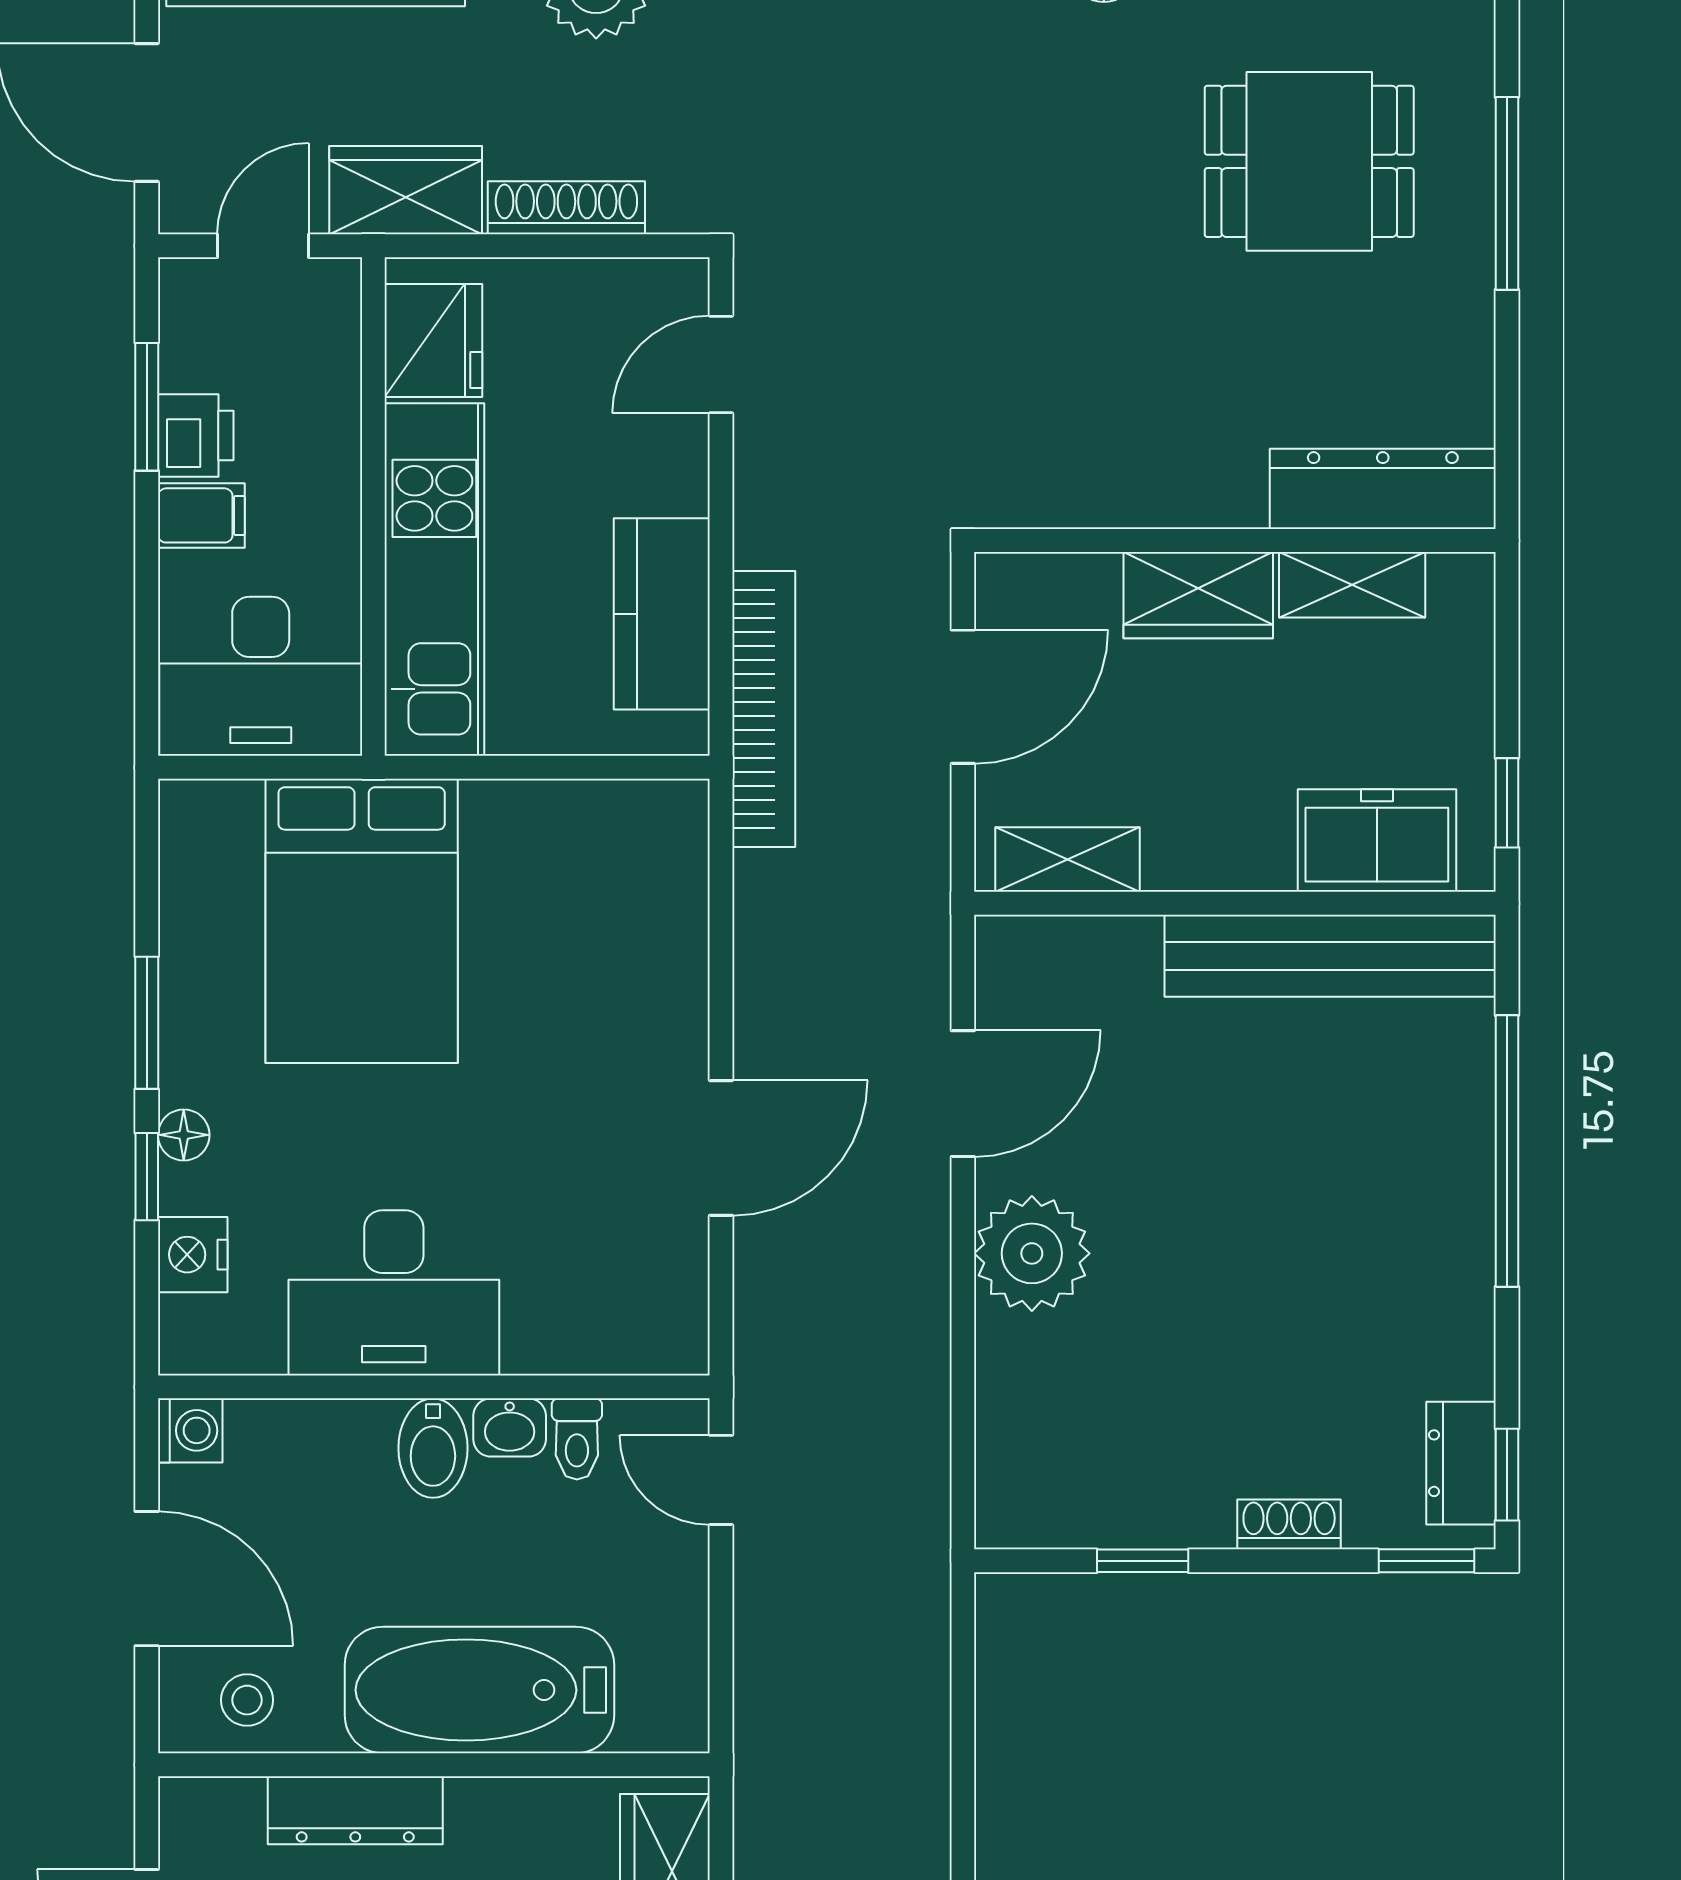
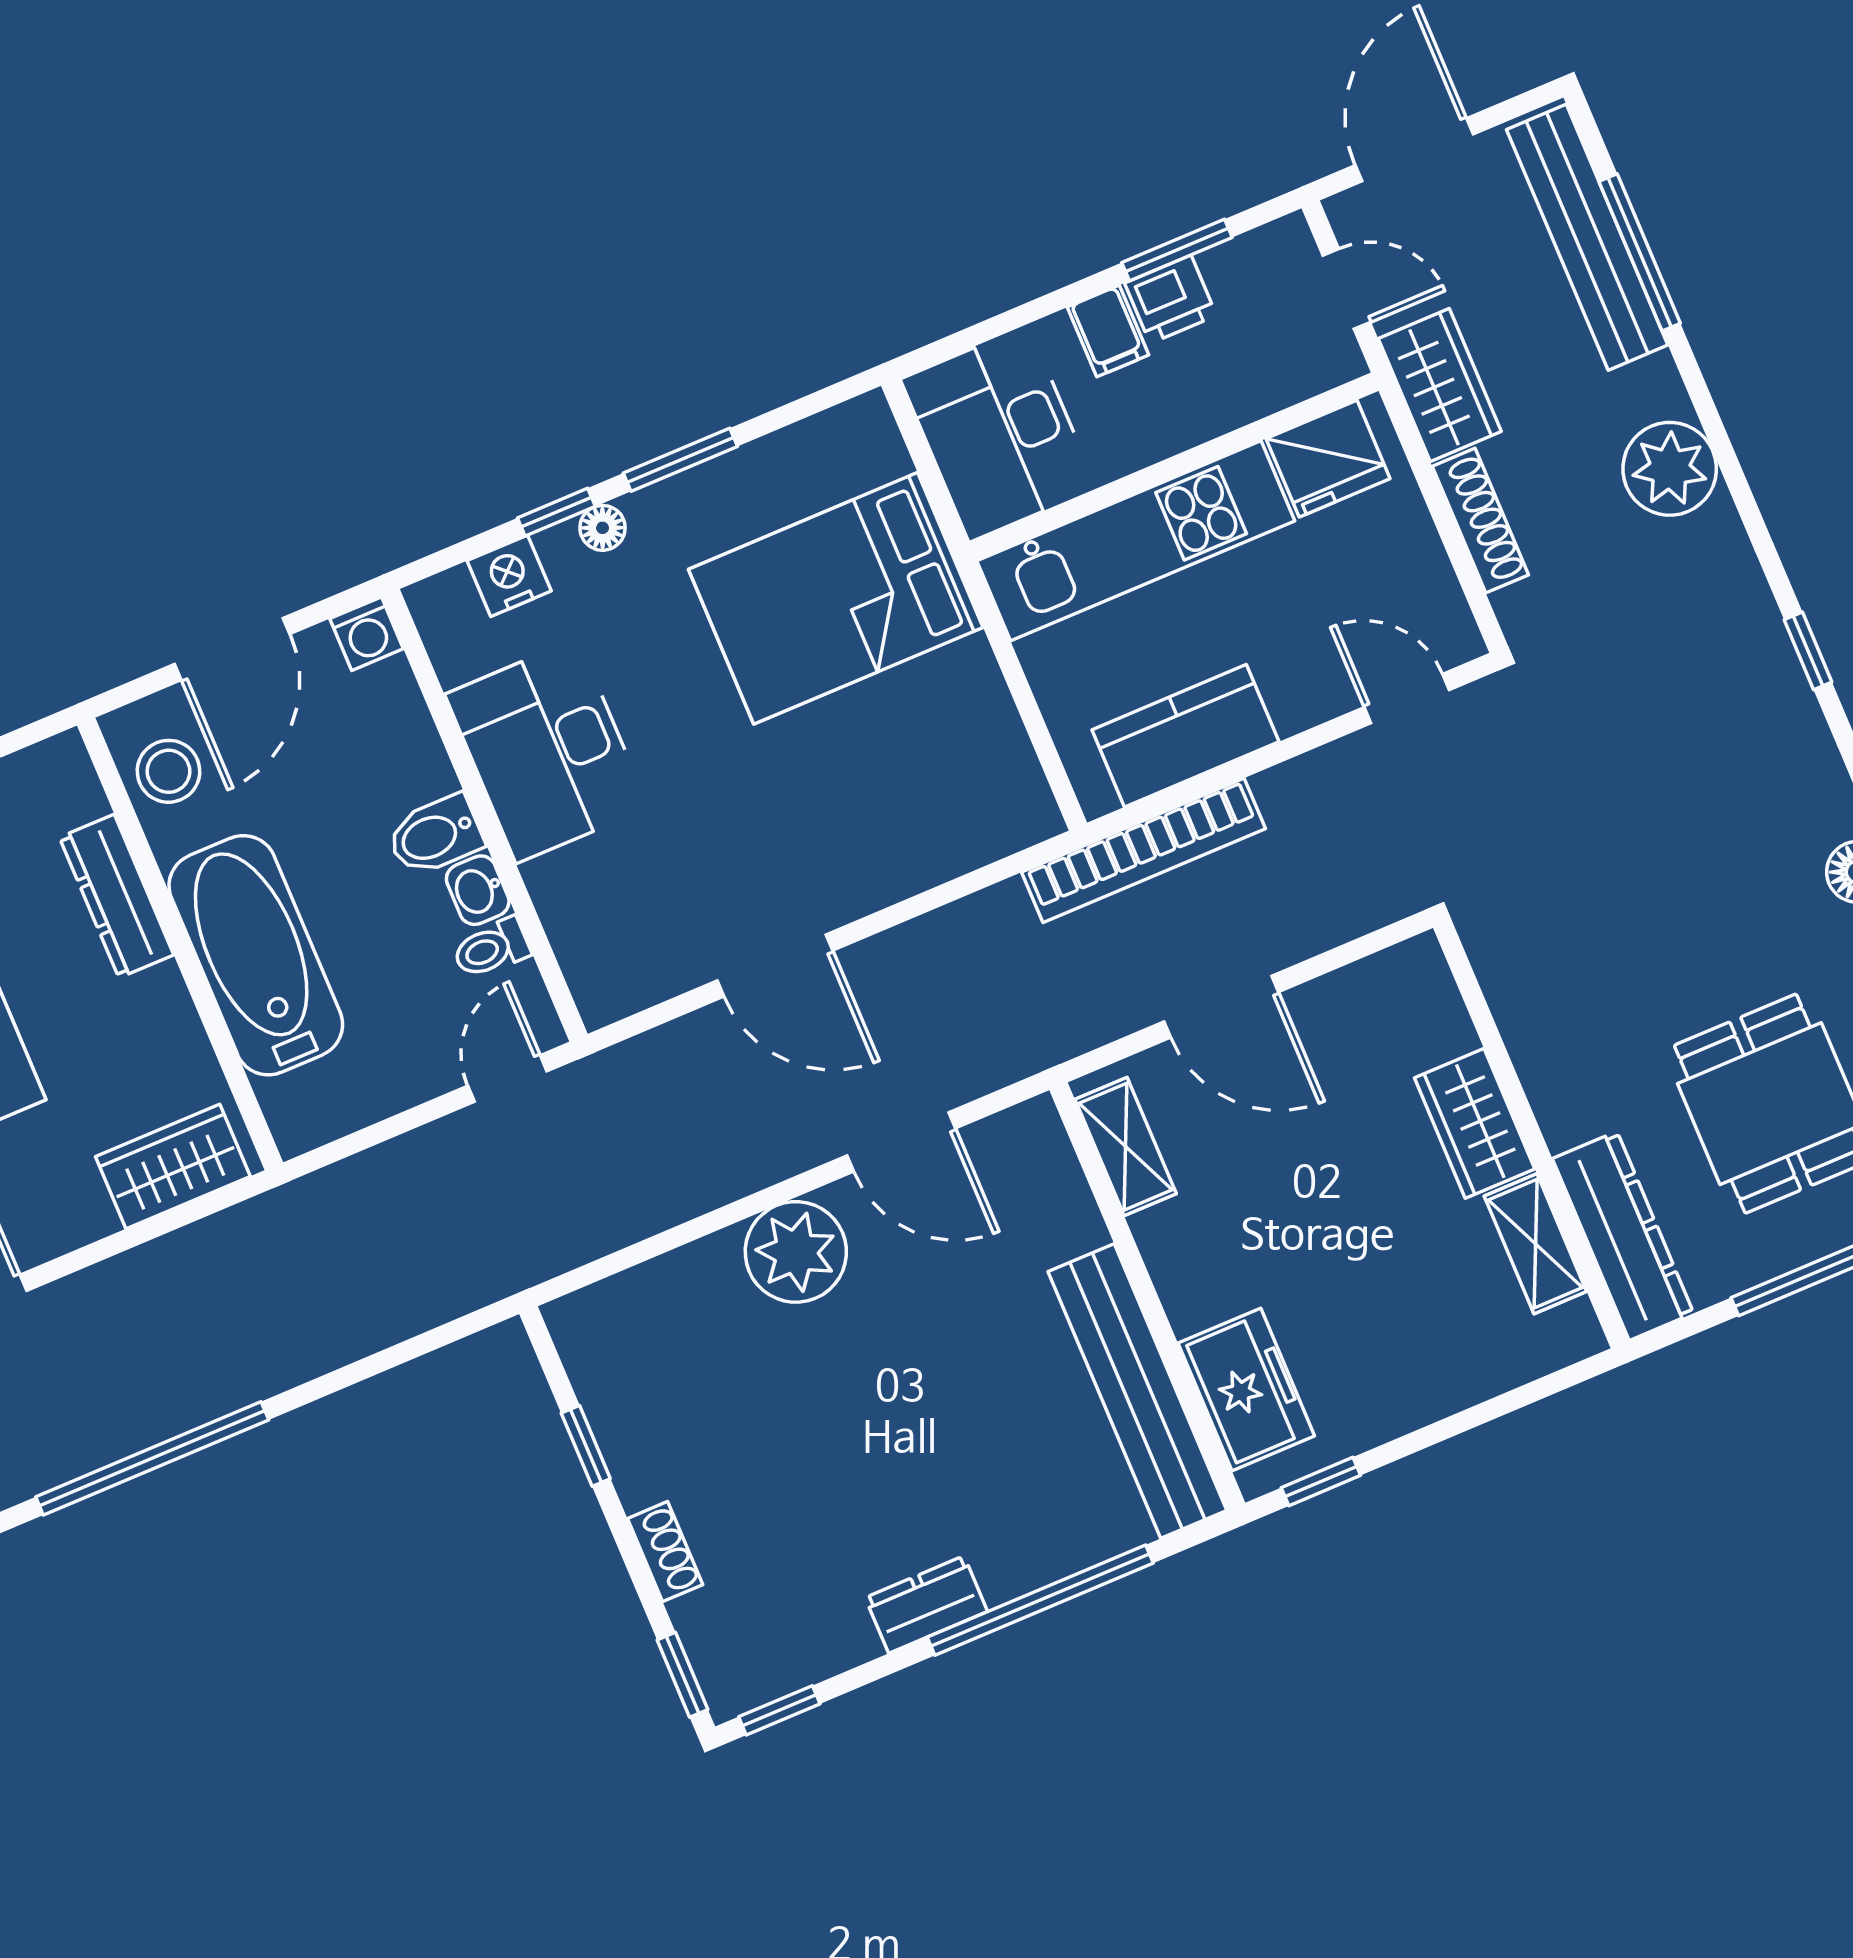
dresser: (1383, 489) -> (1623, 1236), moved
wall: (1235, 541) -> (1531, 1134), moved
shelving: (1352, 585) -> (1535, 1244), moved
wardrobe: (1198, 595) -> (1475, 1123), moved
dresser: (1461, 1463) -> (926, 1605), moved
stool: (247, 1700) -> (169, 771), width x1.37, depth x1.37

